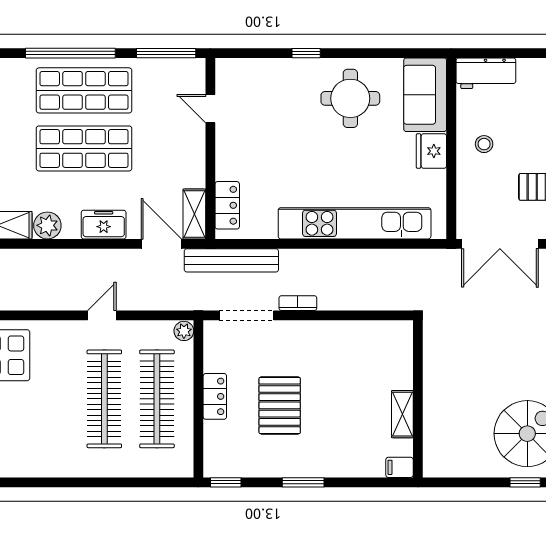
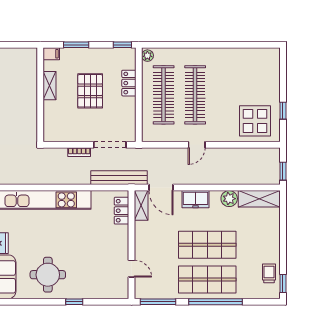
plant: (184, 331) -> (147, 56), moved
locker: (215, 396) -> (129, 83), moved
wall: (418, 399) -> (40, 95), moved
shelving: (402, 414) -> (49, 86), moved
filing cabinet: (399, 467) -> (51, 54), moved

